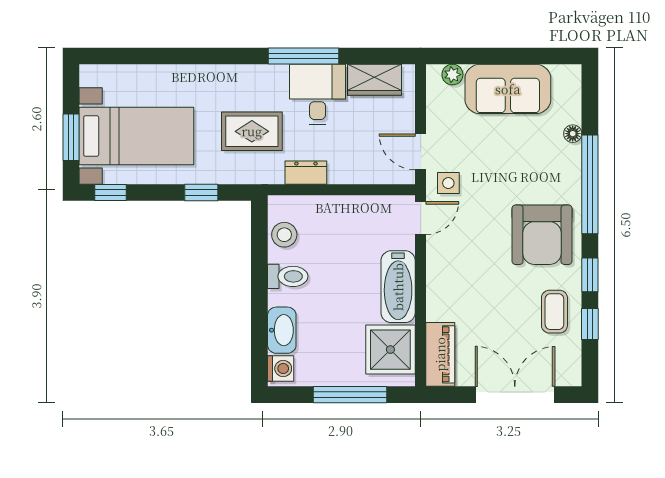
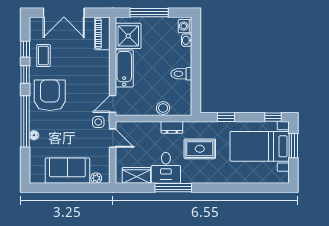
floor lamp: (573, 134) -> (34, 135), moved
stool: (284, 235) -> (163, 108), moved
washbasin: (282, 330) -> (187, 40), width x0.52, depth x0.69

